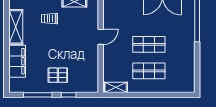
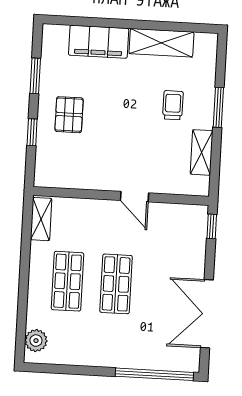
plant: (182, 86) -> (36, 341), added
window: (38, 95) -> (35, 76), width x0.69

